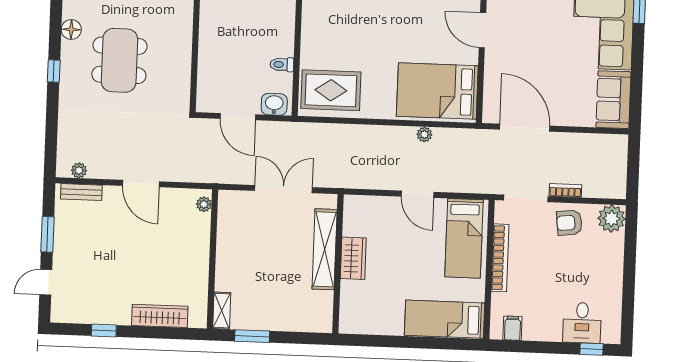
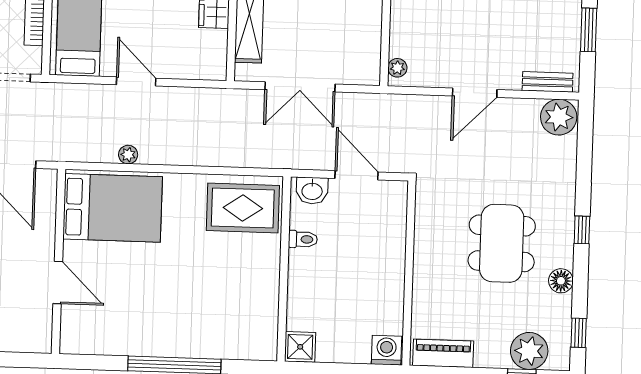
plant: (79, 170) -> (559, 117), width x1.88, depth x1.88
door: (141, 184) -> (475, 93), swing flipped

